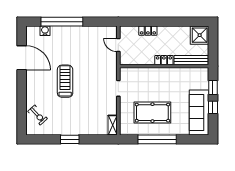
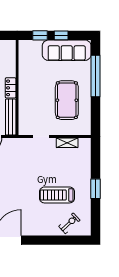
bench: (191, 60) -> (11, 117), moved
treadmill: (65, 81) -> (57, 195), moved
shelving: (113, 125) -> (67, 143), moved
window: (157, 139) -> (96, 76), moved

